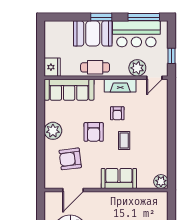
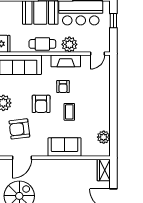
window: (172, 56) -> (113, 21), moved
plant: (137, 68) -> (69, 44), moved
plant: (161, 182) -> (104, 137), moved
wardrobe: (161, 203) -> (104, 170), added

